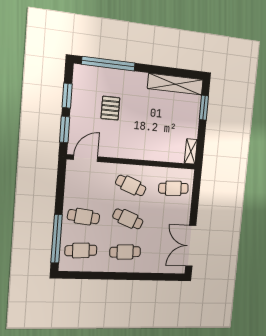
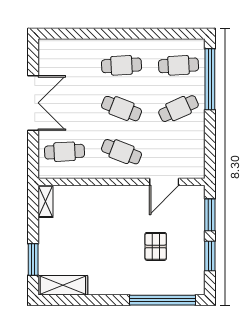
shelving: (175, 84) -> (63, 285), width x0.68
door: (86, 158) -> (164, 182), moved
cafe table: (84, 217) -> (179, 109), turned -30
double door: (191, 246) -> (33, 103), moved

